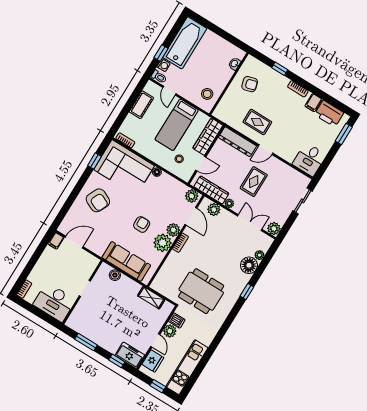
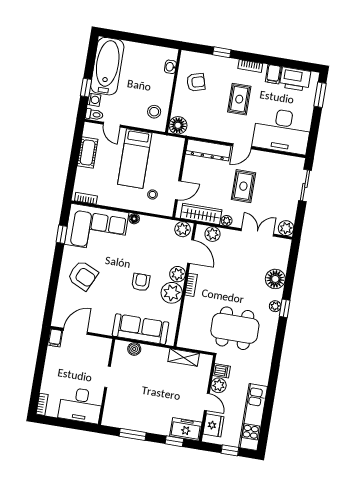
floor lamp: (222, 112) -> (178, 125), added
rug: (257, 122) -> (239, 99), moved, turned 90
wardrobe: (208, 137) -> (174, 158), removed
desk: (309, 159) -> (282, 131), width x1.87, depth x1.30
plant: (259, 255) -> (275, 306), moved

